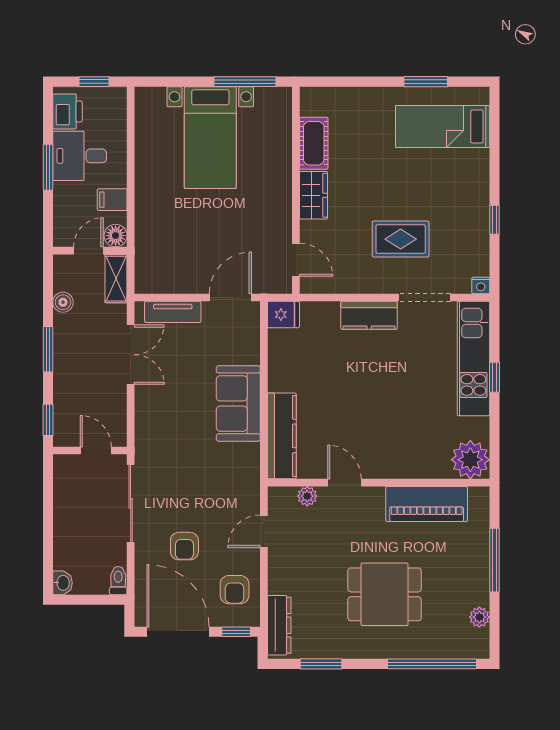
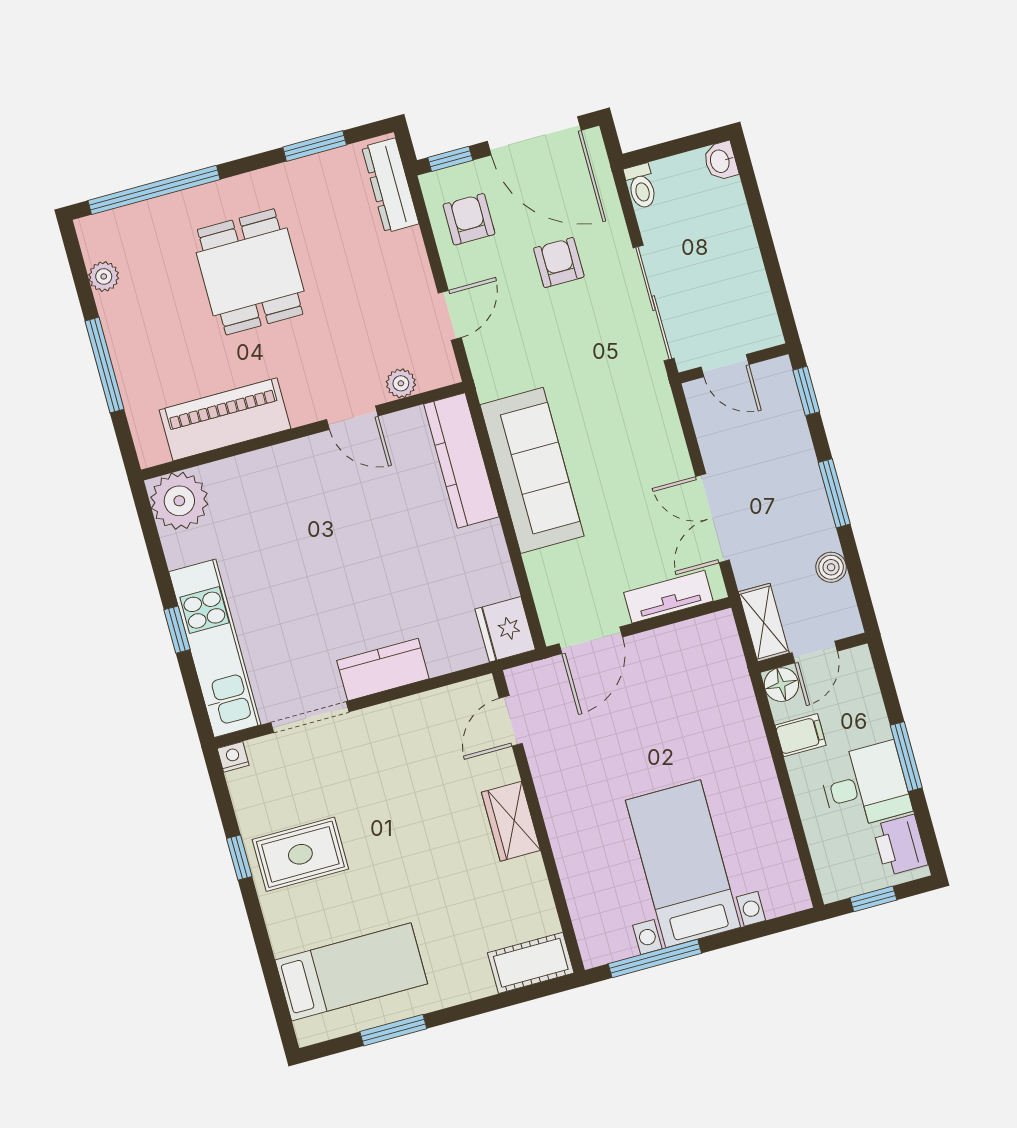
cot: (314, 143) -> (531, 963), moved, turned 90
rug: (401, 239) -> (300, 854), moved
door: (296, 260) -> (511, 721), hinge flipped
fridge: (283, 315) -> (505, 629), width x1.38
sofa: (238, 403) -> (532, 470), width x1.36
dining table: (385, 594) -> (250, 272), turned 90

